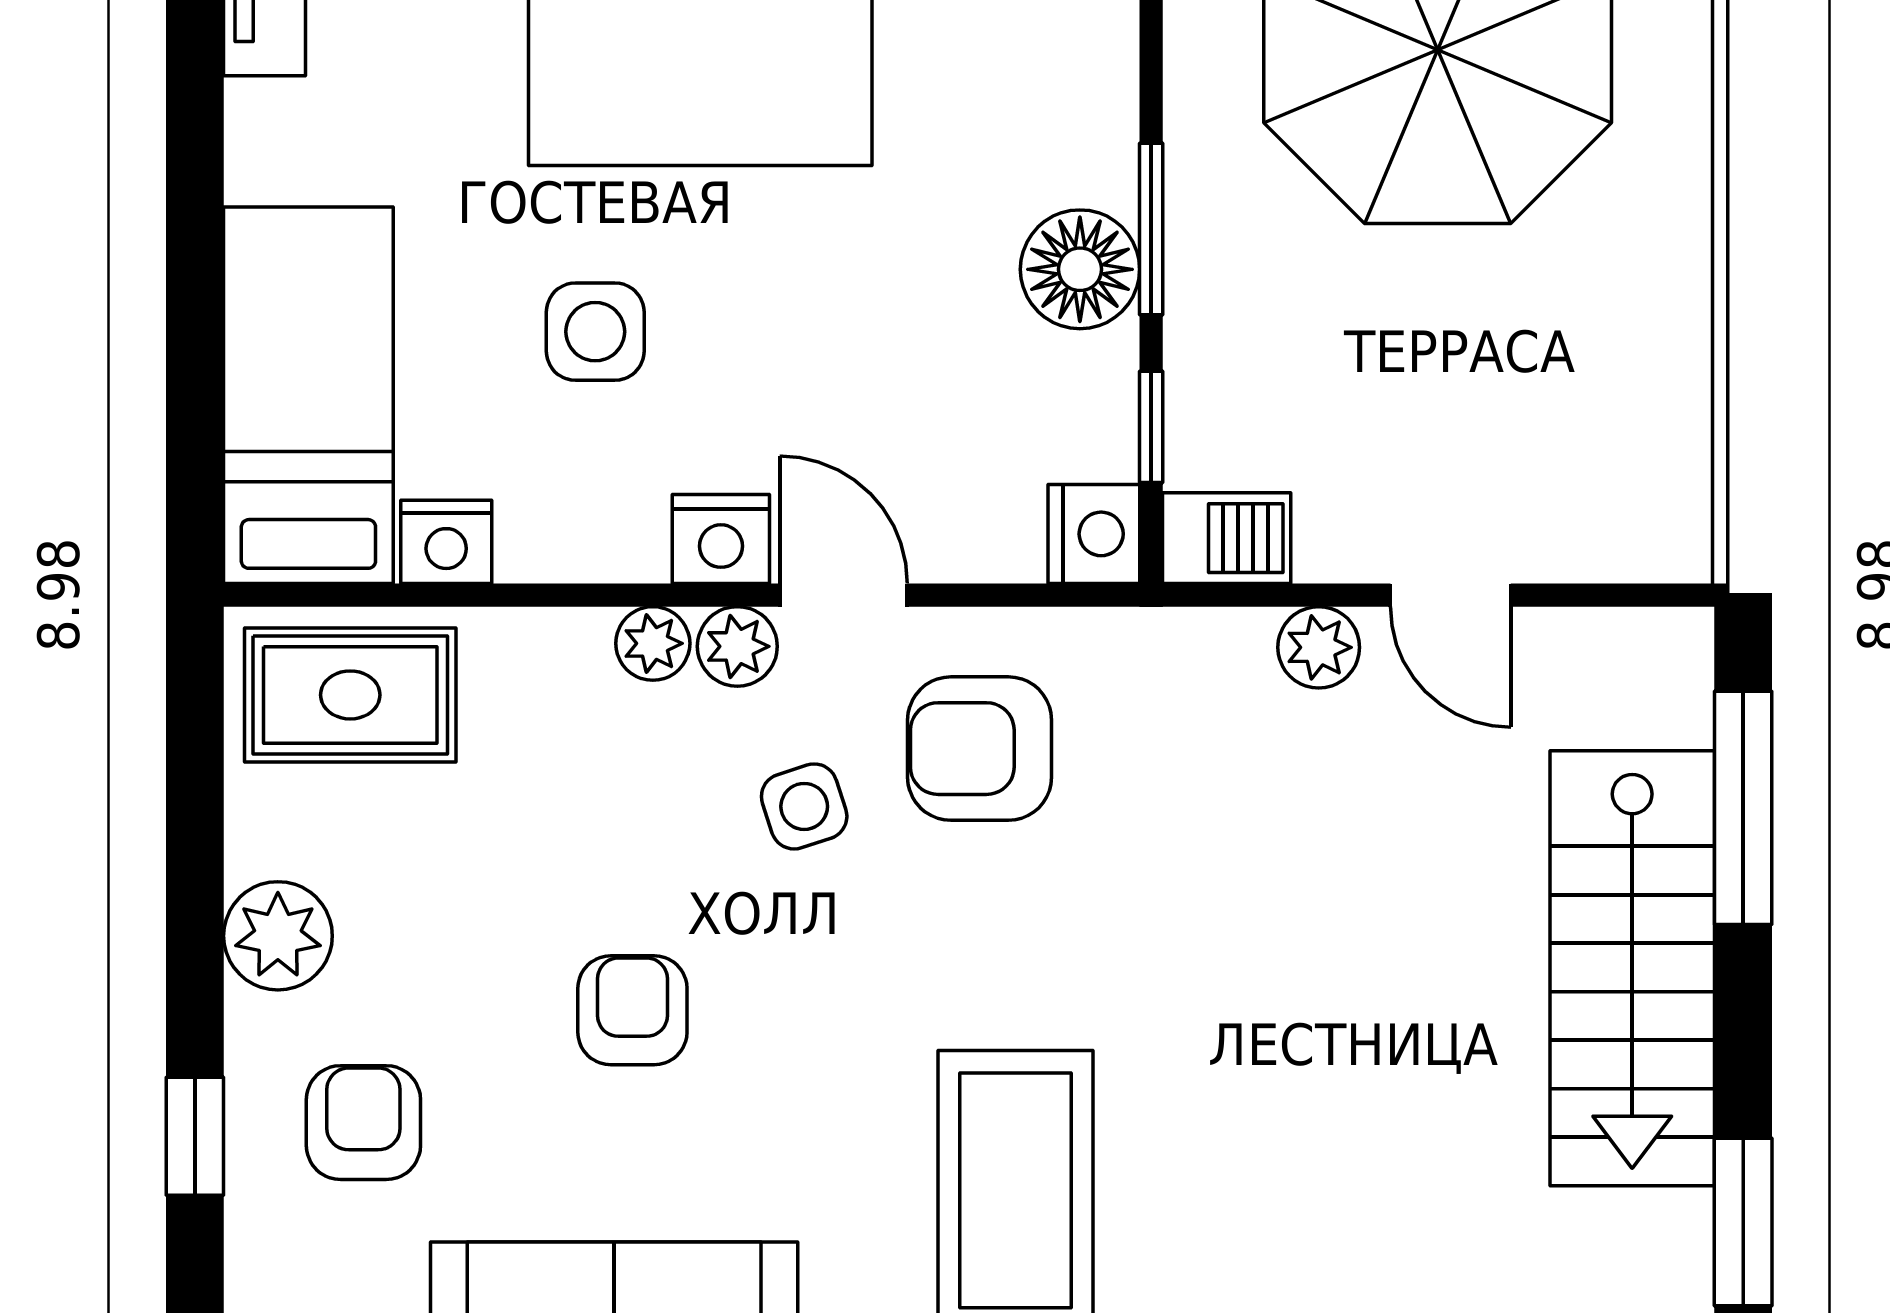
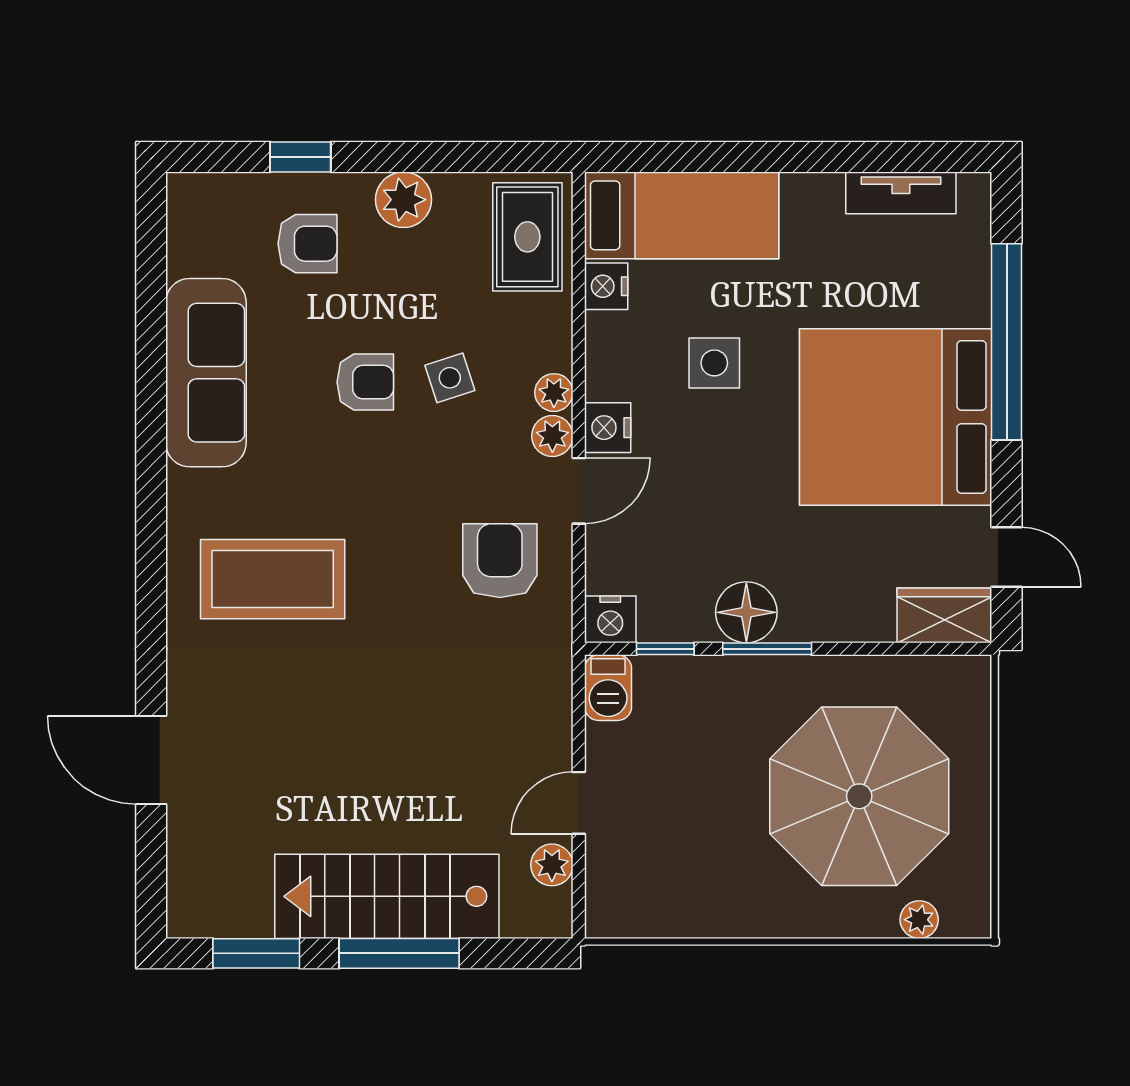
plant: (1319, 647) -> (552, 865), moved
side table: (804, 806) -> (450, 378), moved
window: (1743, 808) -> (399, 953), moved

